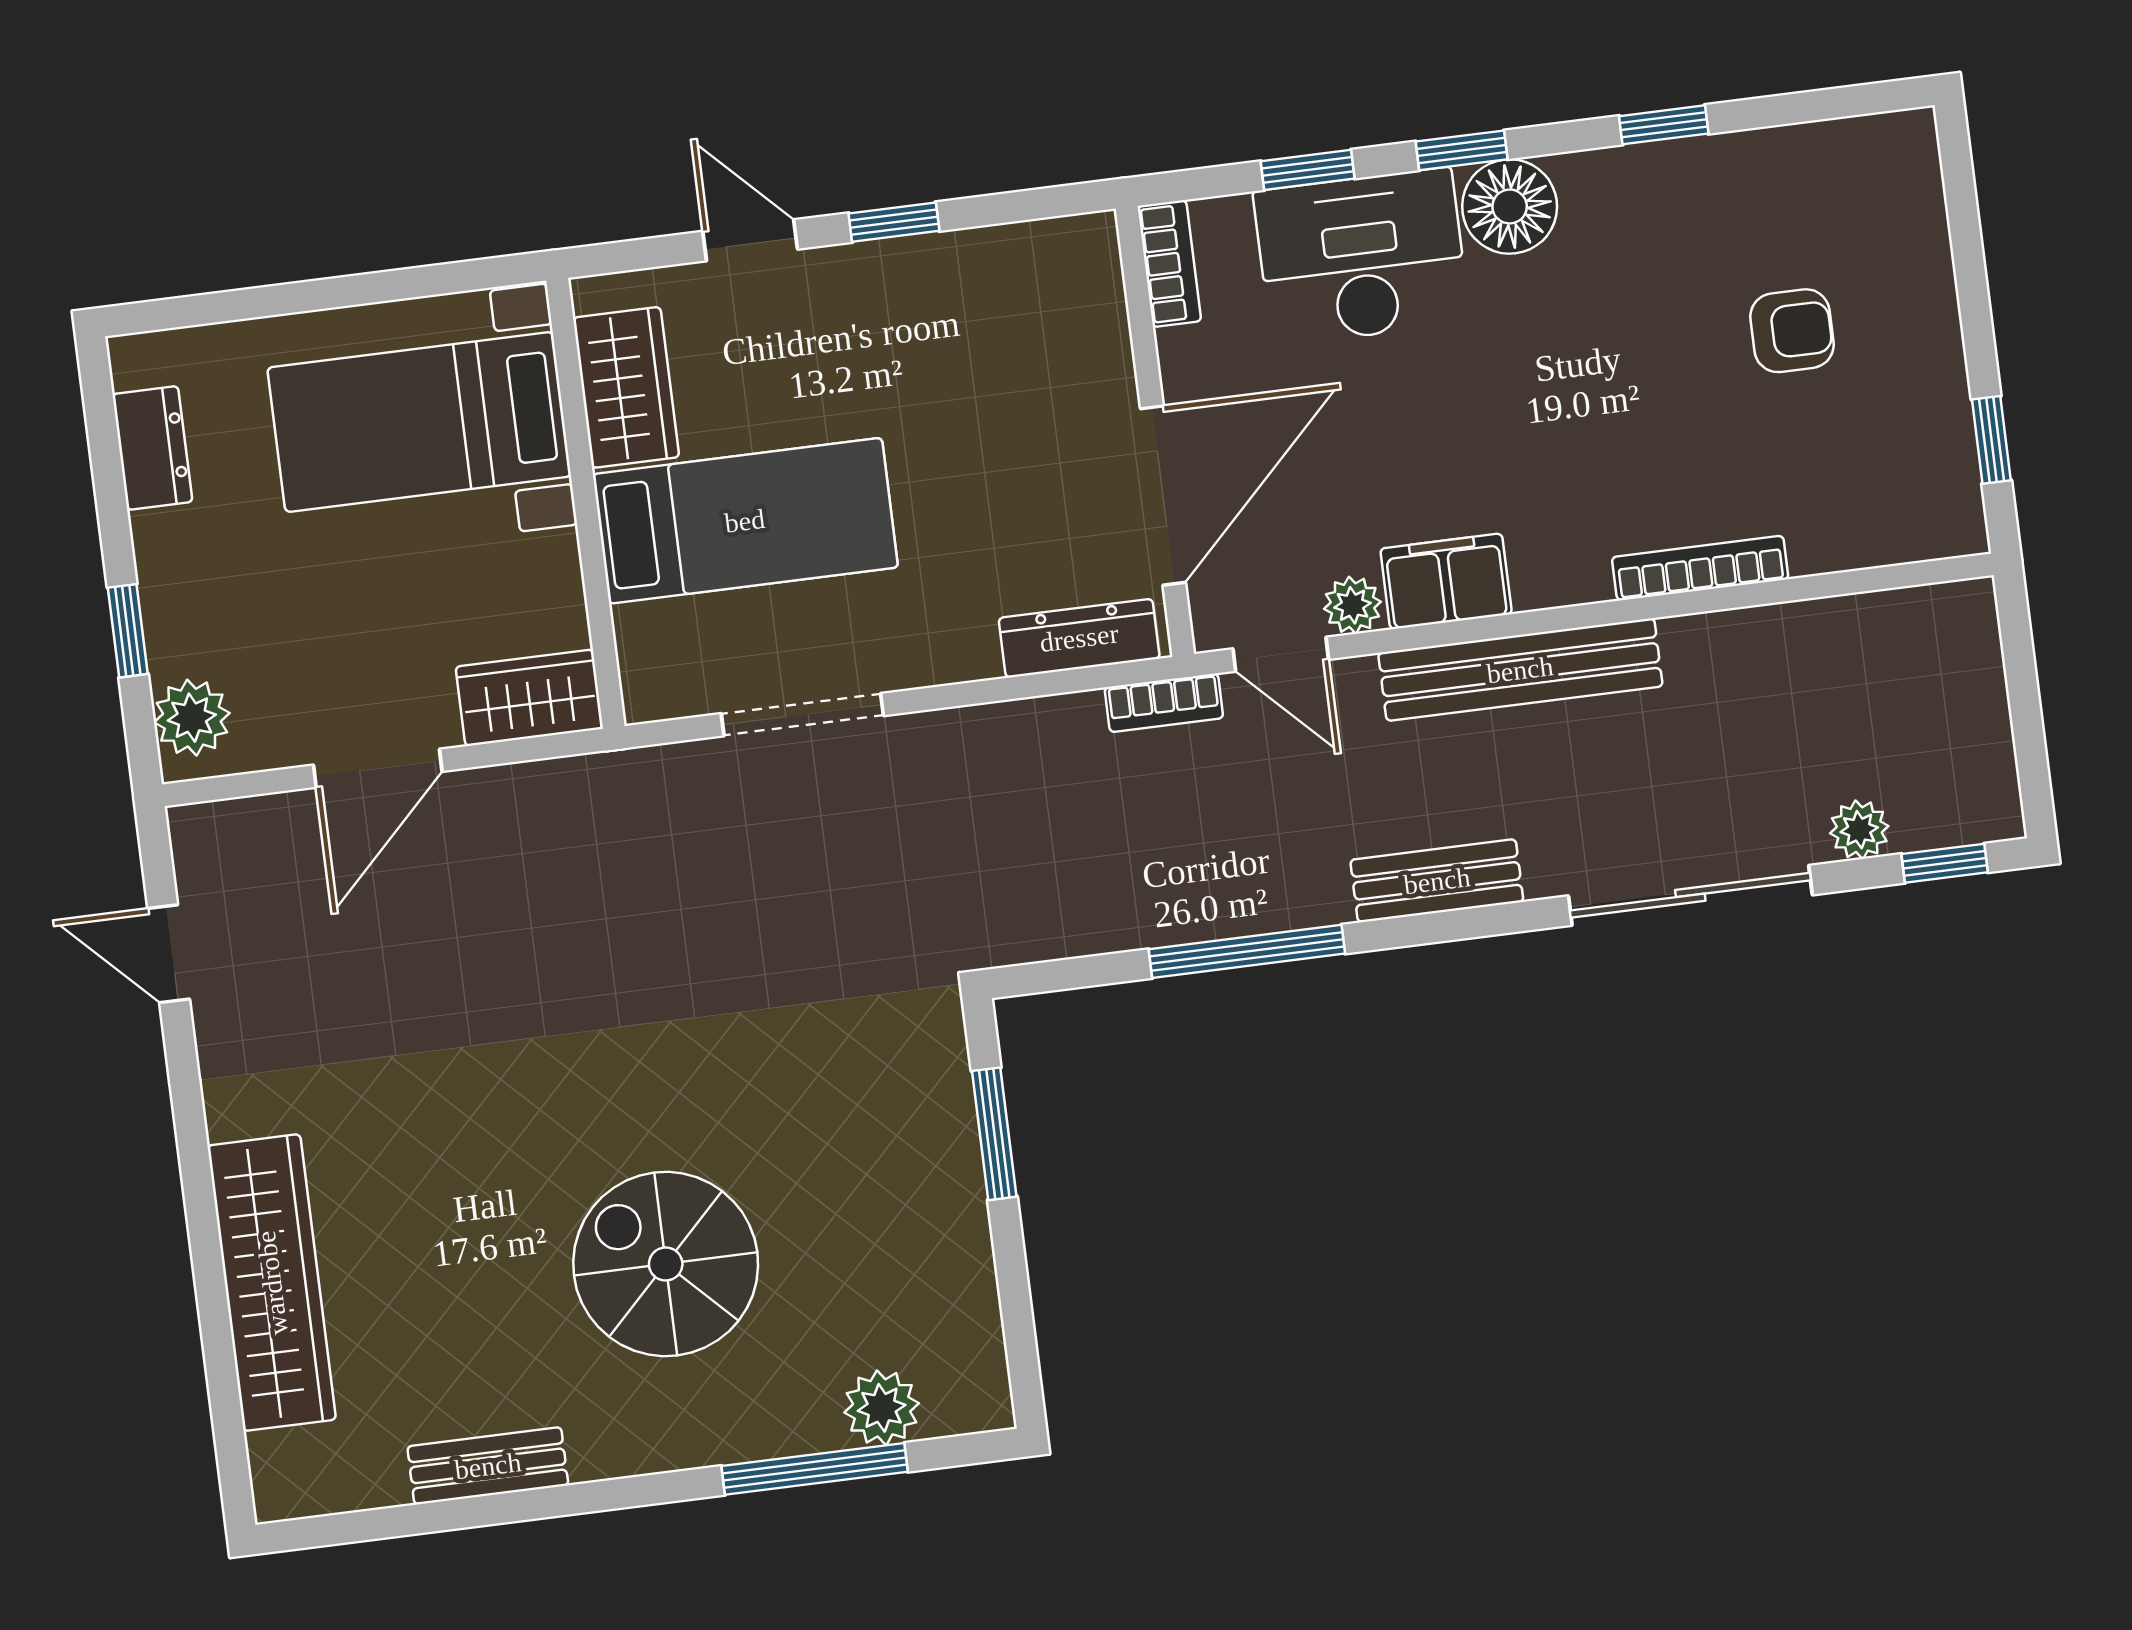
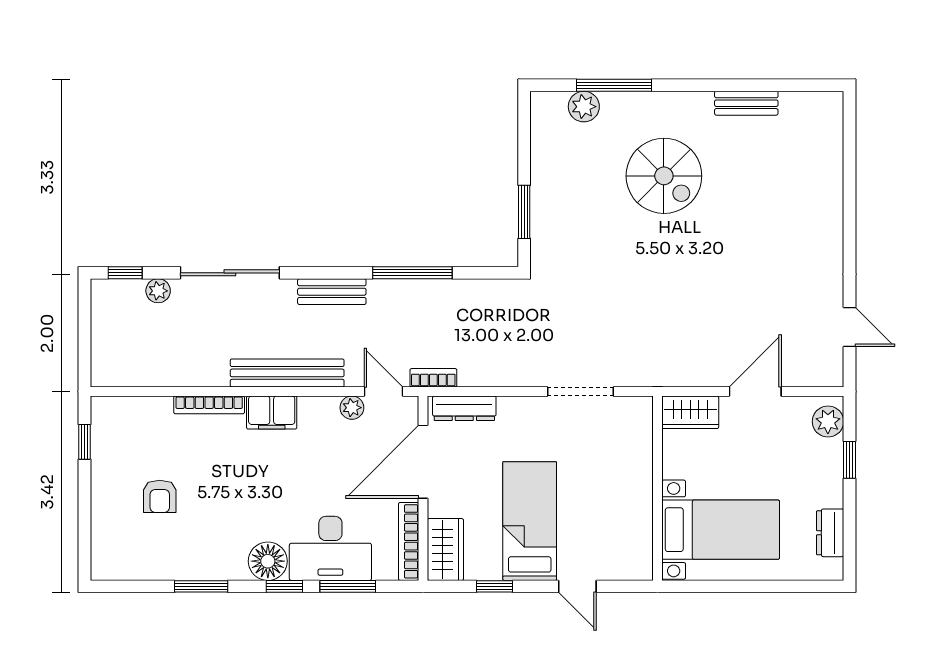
window: (1664, 125) -> (201, 586), width x1.50
window: (1308, 170) -> (348, 586), width x1.50
window: (894, 222) -> (495, 586), moved
bookcase: (1169, 264) -> (409, 541), width x1.56
armchair: (1792, 331) -> (160, 496), turned -90
wardrobe: (626, 387) -> (445, 549), moved, turned 180
bed: (745, 521) -> (530, 521), moved, turned 90
filing cabinet: (1446, 581) -> (272, 413), moved
wardrobe: (272, 1283) -> (825, 189), removed

